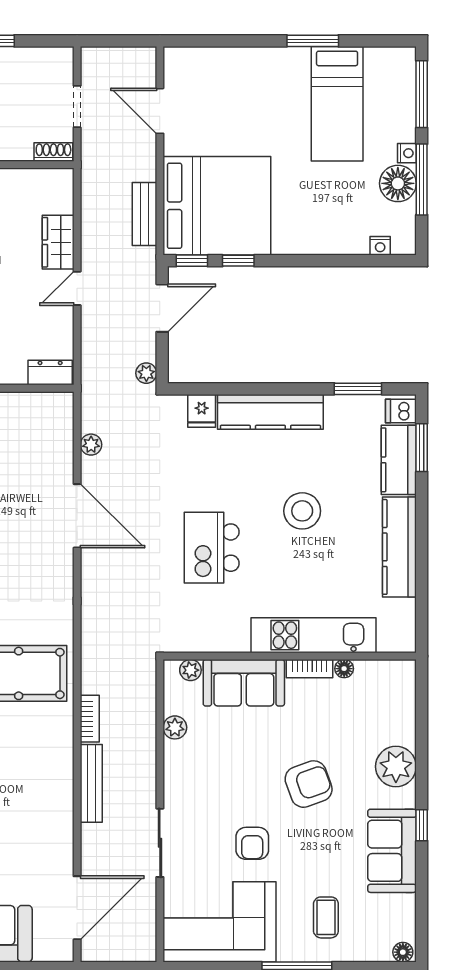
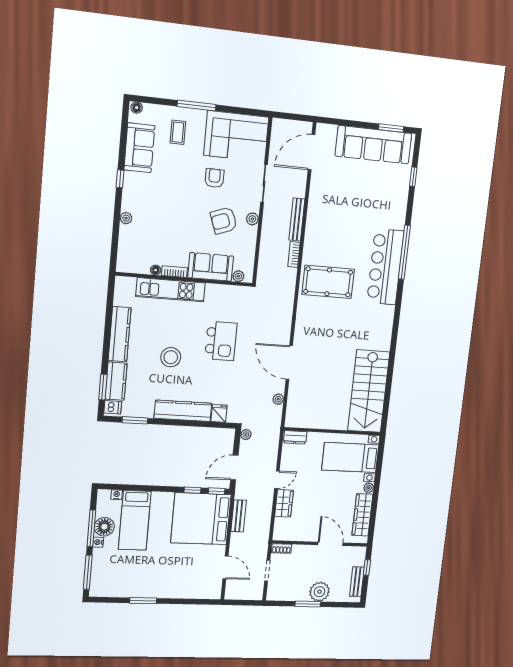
bed: (337, 104) -> (135, 520), moved, turned 180
plant: (175, 727) -> (252, 219), moved
plant: (396, 767) -> (126, 218), width x0.53, depth x0.53
armchair: (309, 784) -> (224, 221), moved
sofa: (392, 851) -> (139, 148), moved

